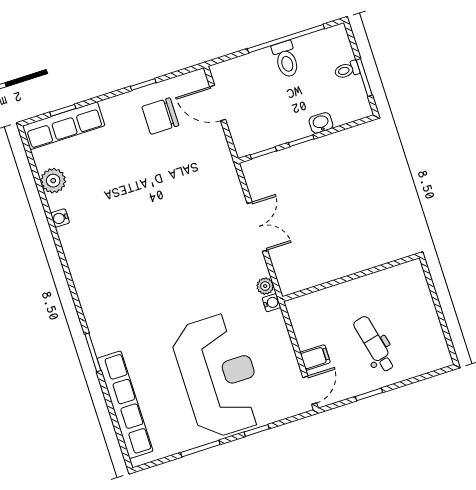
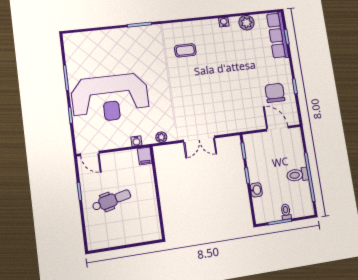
door: (218, 103) -> (277, 129), hinge flipped
coffee table: (120, 272) -> (185, 50), added
water cooler: (271, 303) -> (136, 141), moved
filing cabinet: (315, 358) -> (145, 156), moved
row of seats: (125, 405) -> (103, 37), removed

